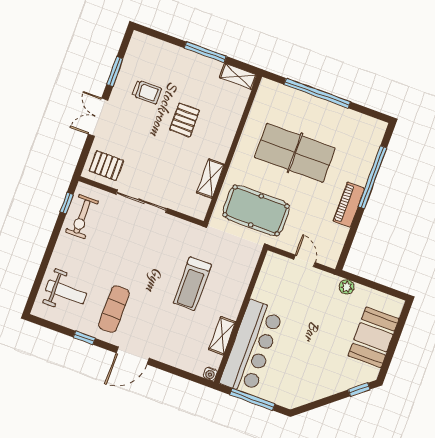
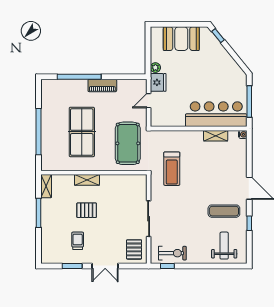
shelving: (210, 179) -> (87, 180), moved
fridge: (325, 283) -> (158, 82), added
treadmill: (192, 284) -> (172, 169), moved, turned 90

